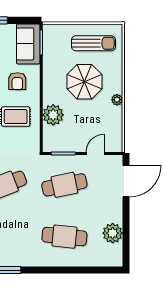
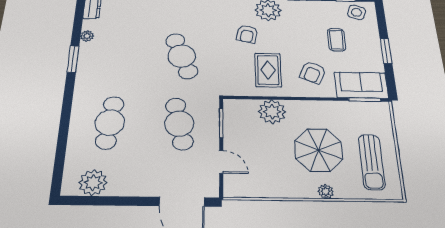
armchair: (17, 81) -> (313, 72), turned -67
plant: (117, 100) -> (326, 191), moved
plant: (113, 233) -> (93, 183), moved

